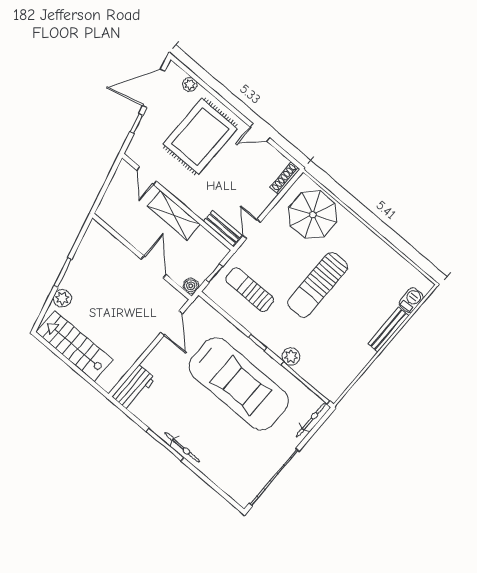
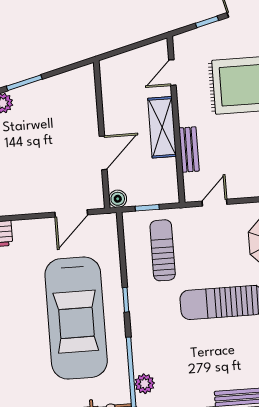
bench: (223, 228) -> (189, 150), moved
plant: (291, 357) -> (145, 384), moved

